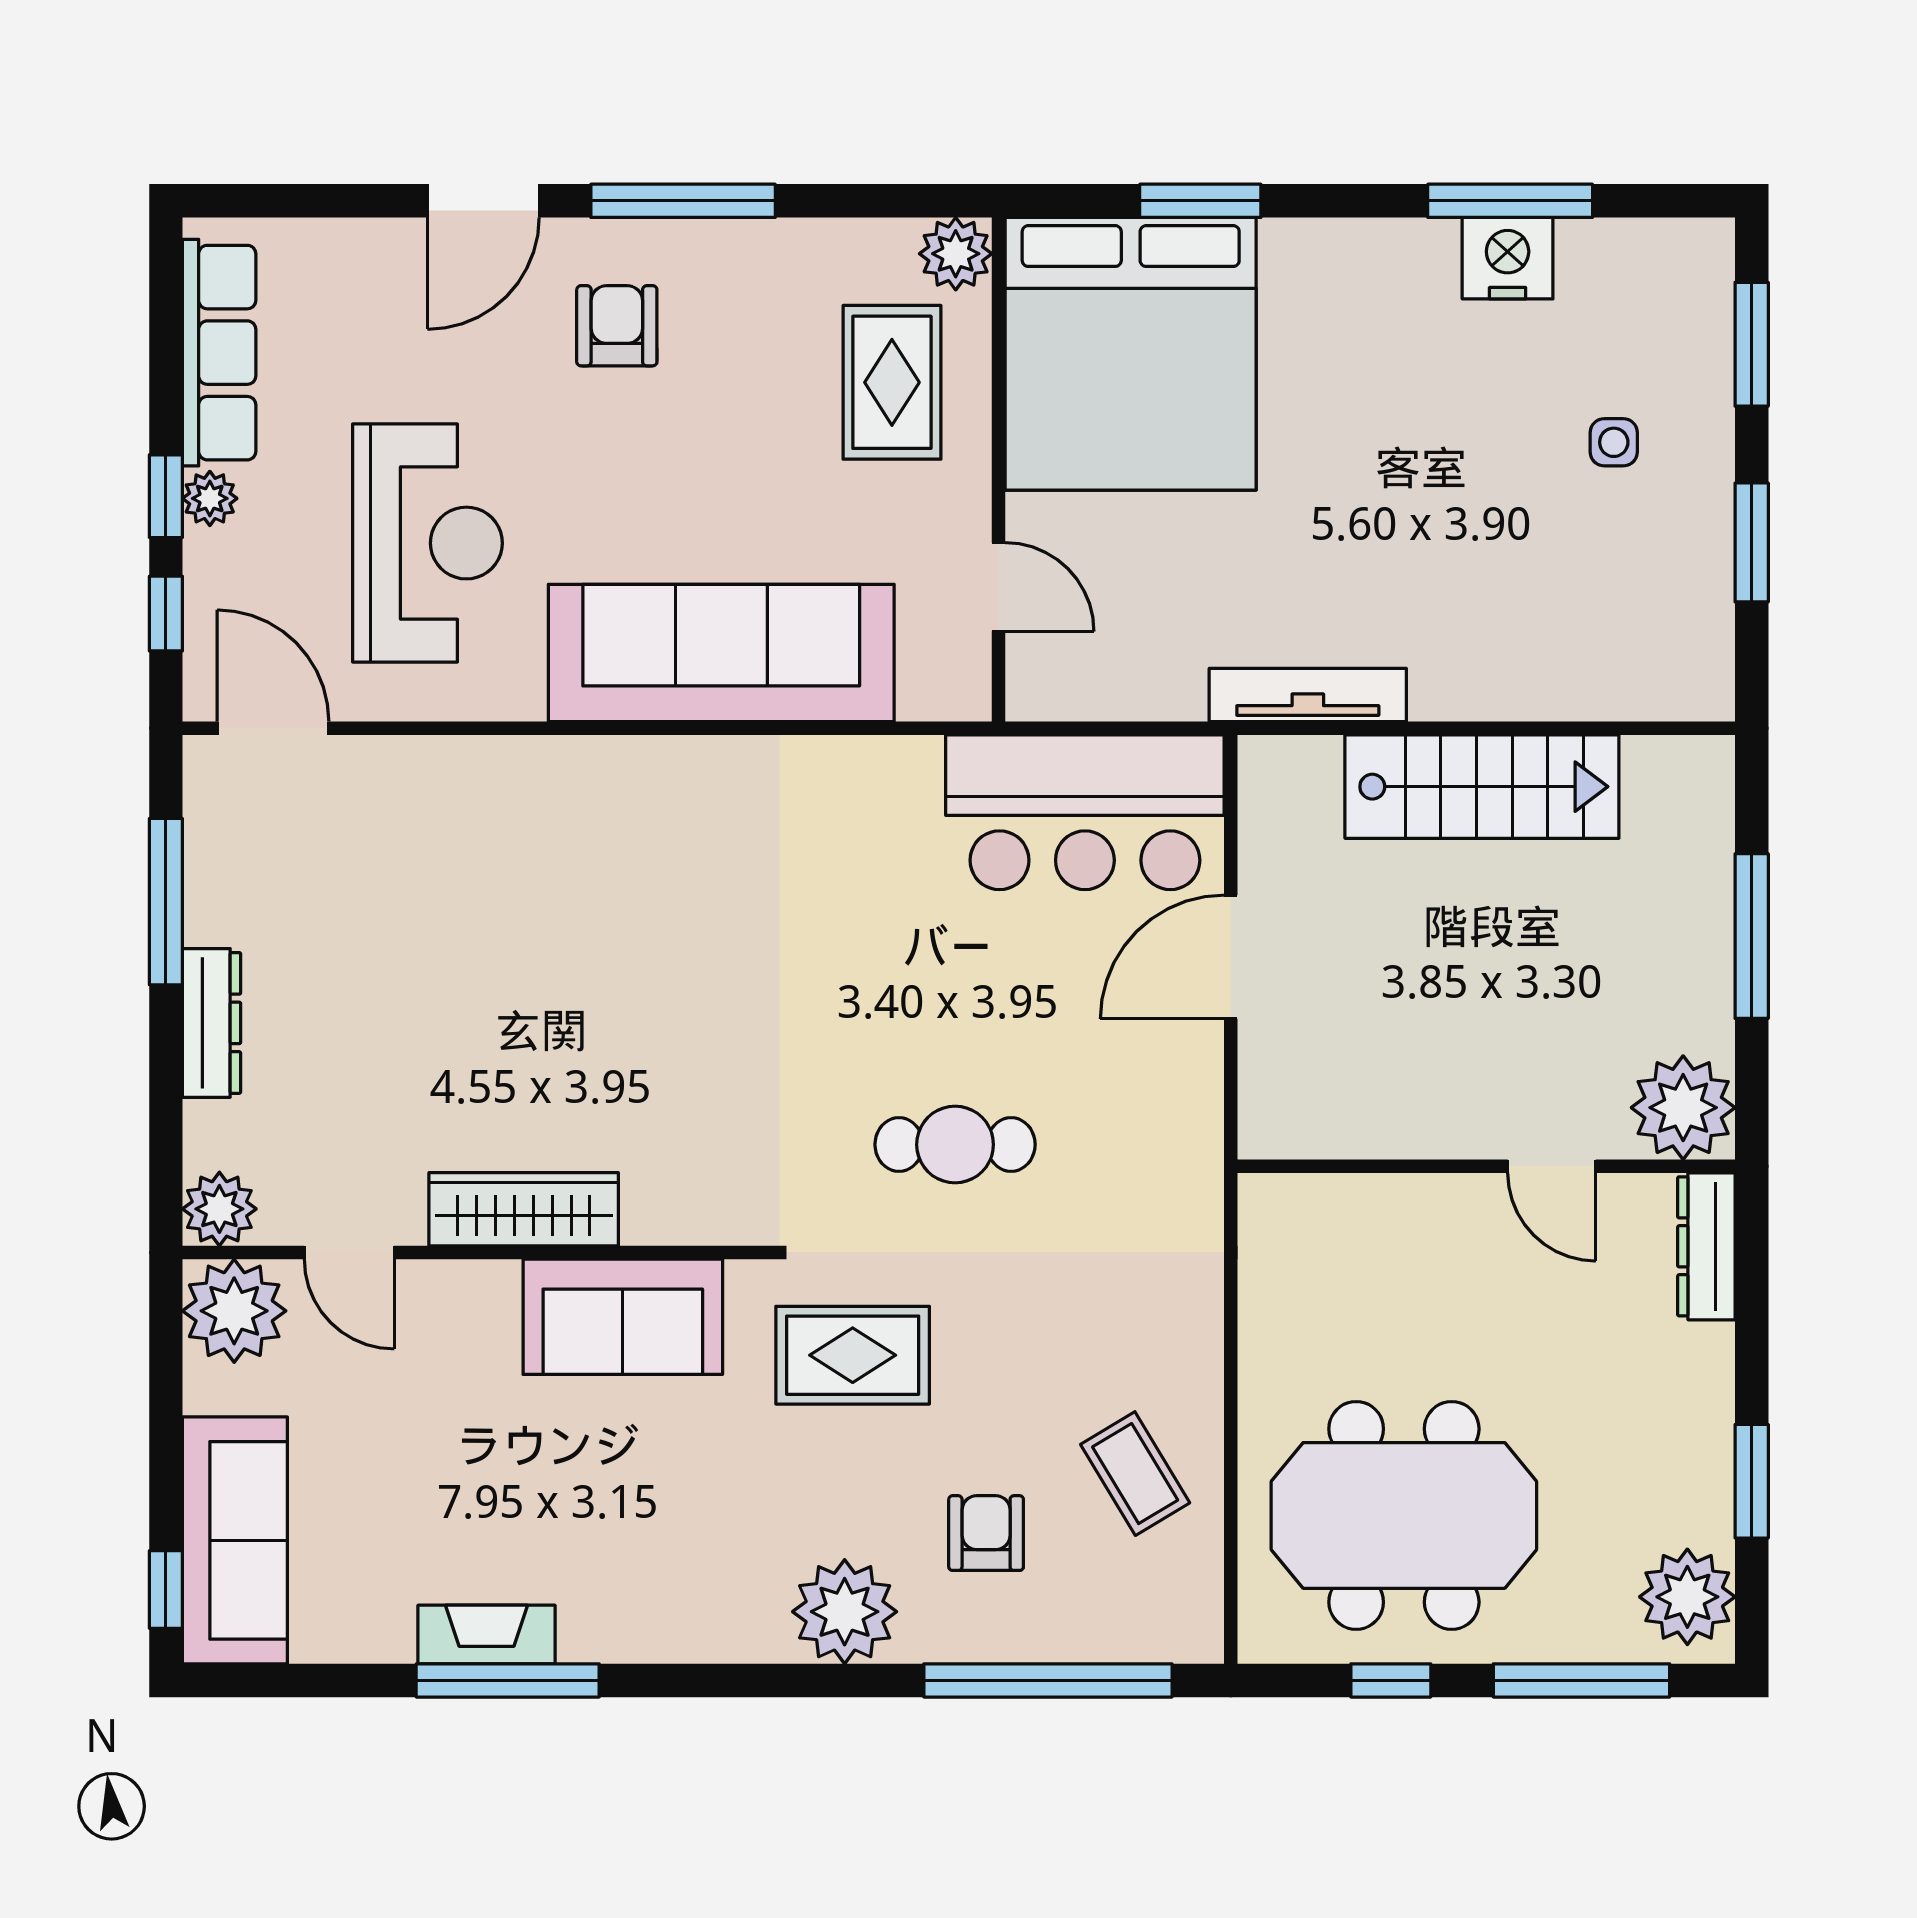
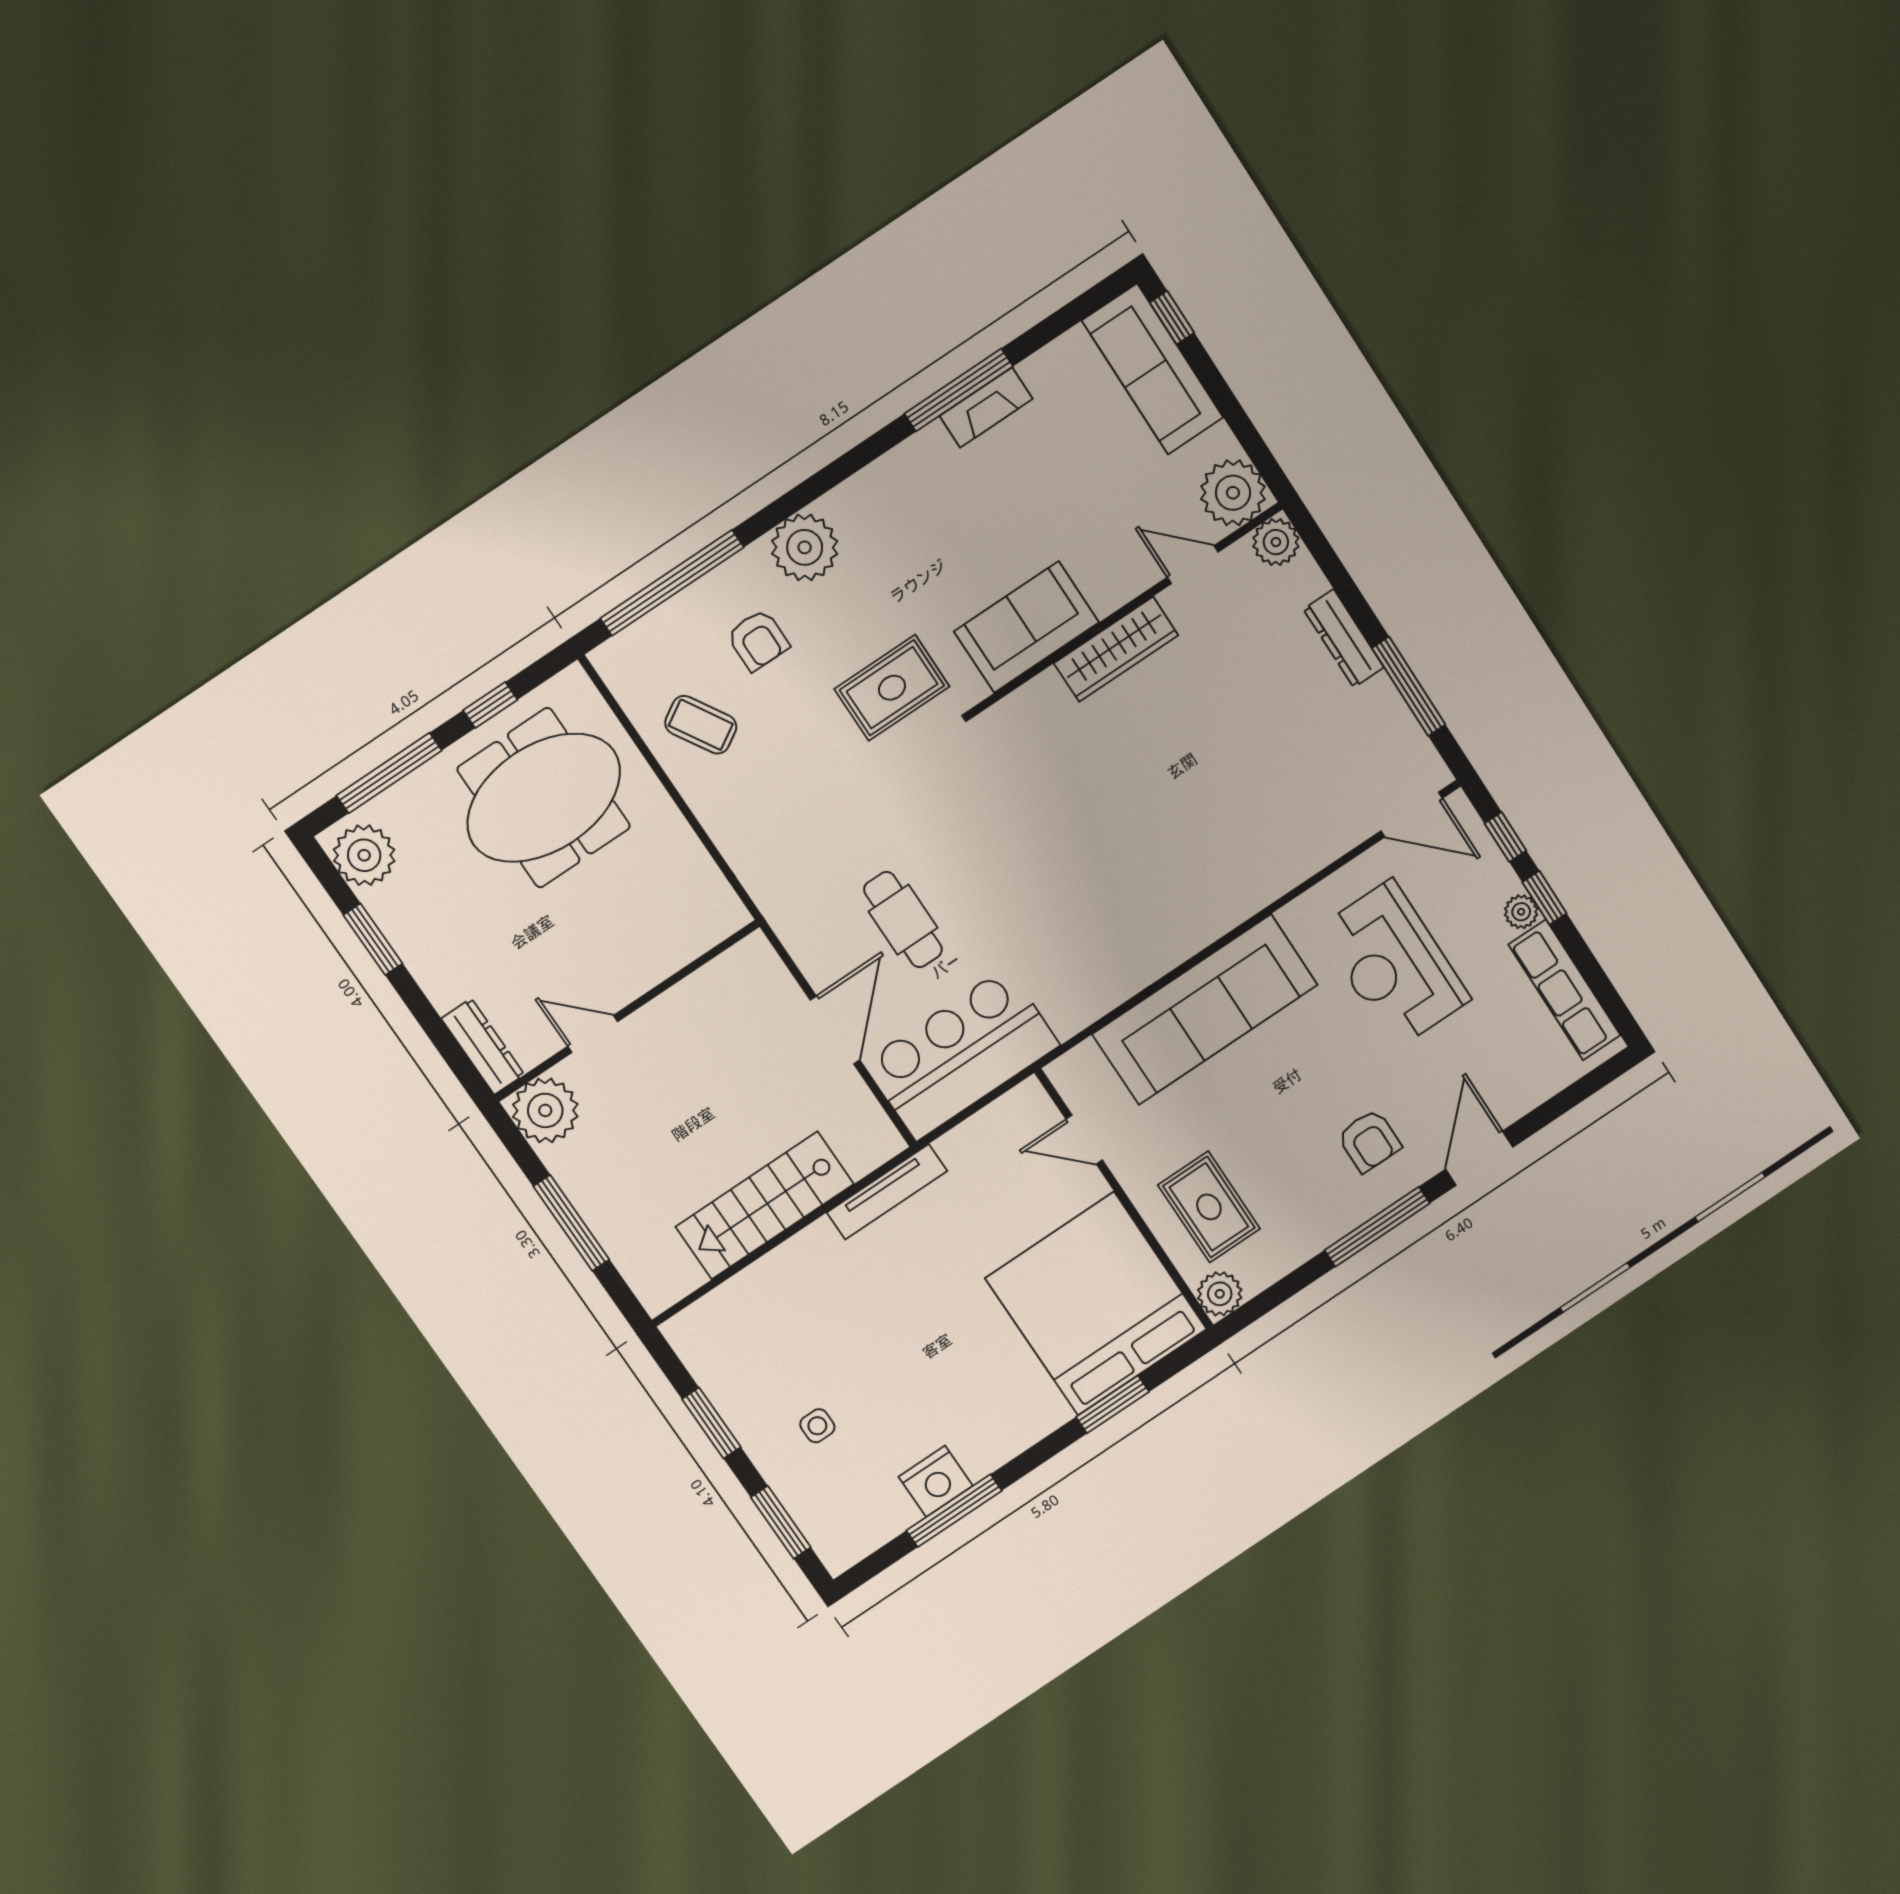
cafe table: (955, 1145) -> (903, 920), moved, turned 90

